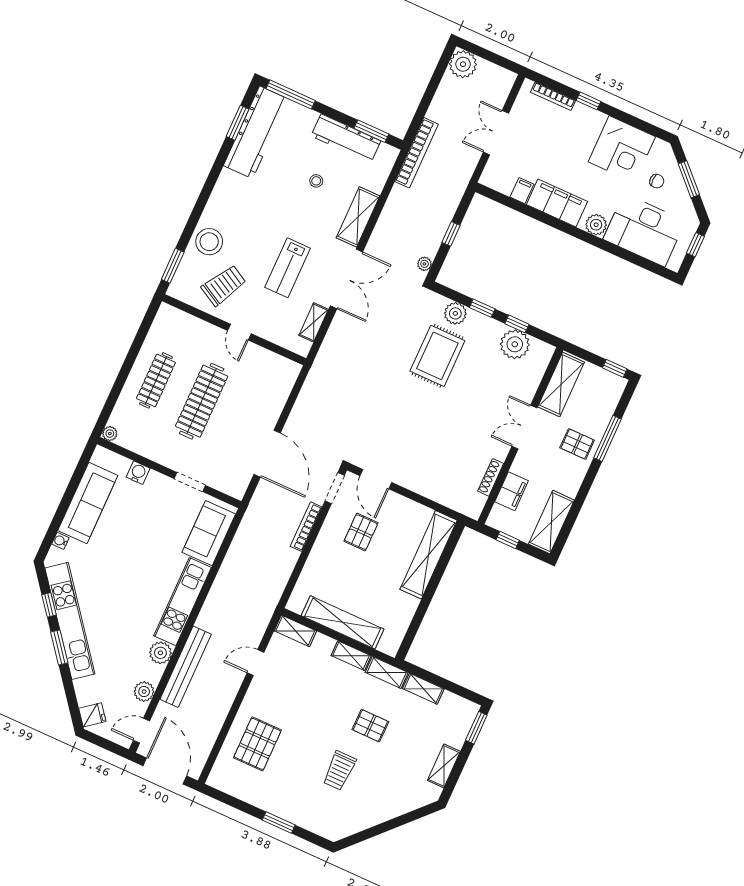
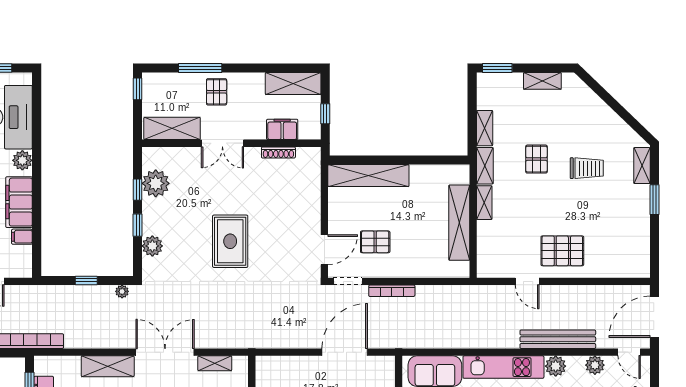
rug: (437, 356) -> (230, 241), moved, turned 90
shelving: (295, 631) -> (642, 166), moved
pallet: (257, 744) -> (562, 251), moved

